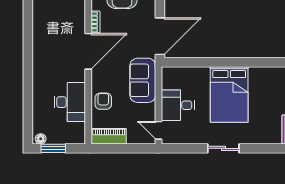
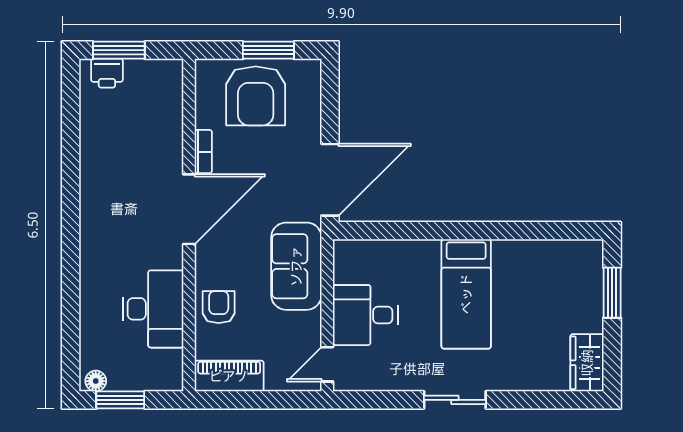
bed: (229, 94) -> (466, 294), width x0.67
door: (158, 130) -> (327, 364), hinge flipped

